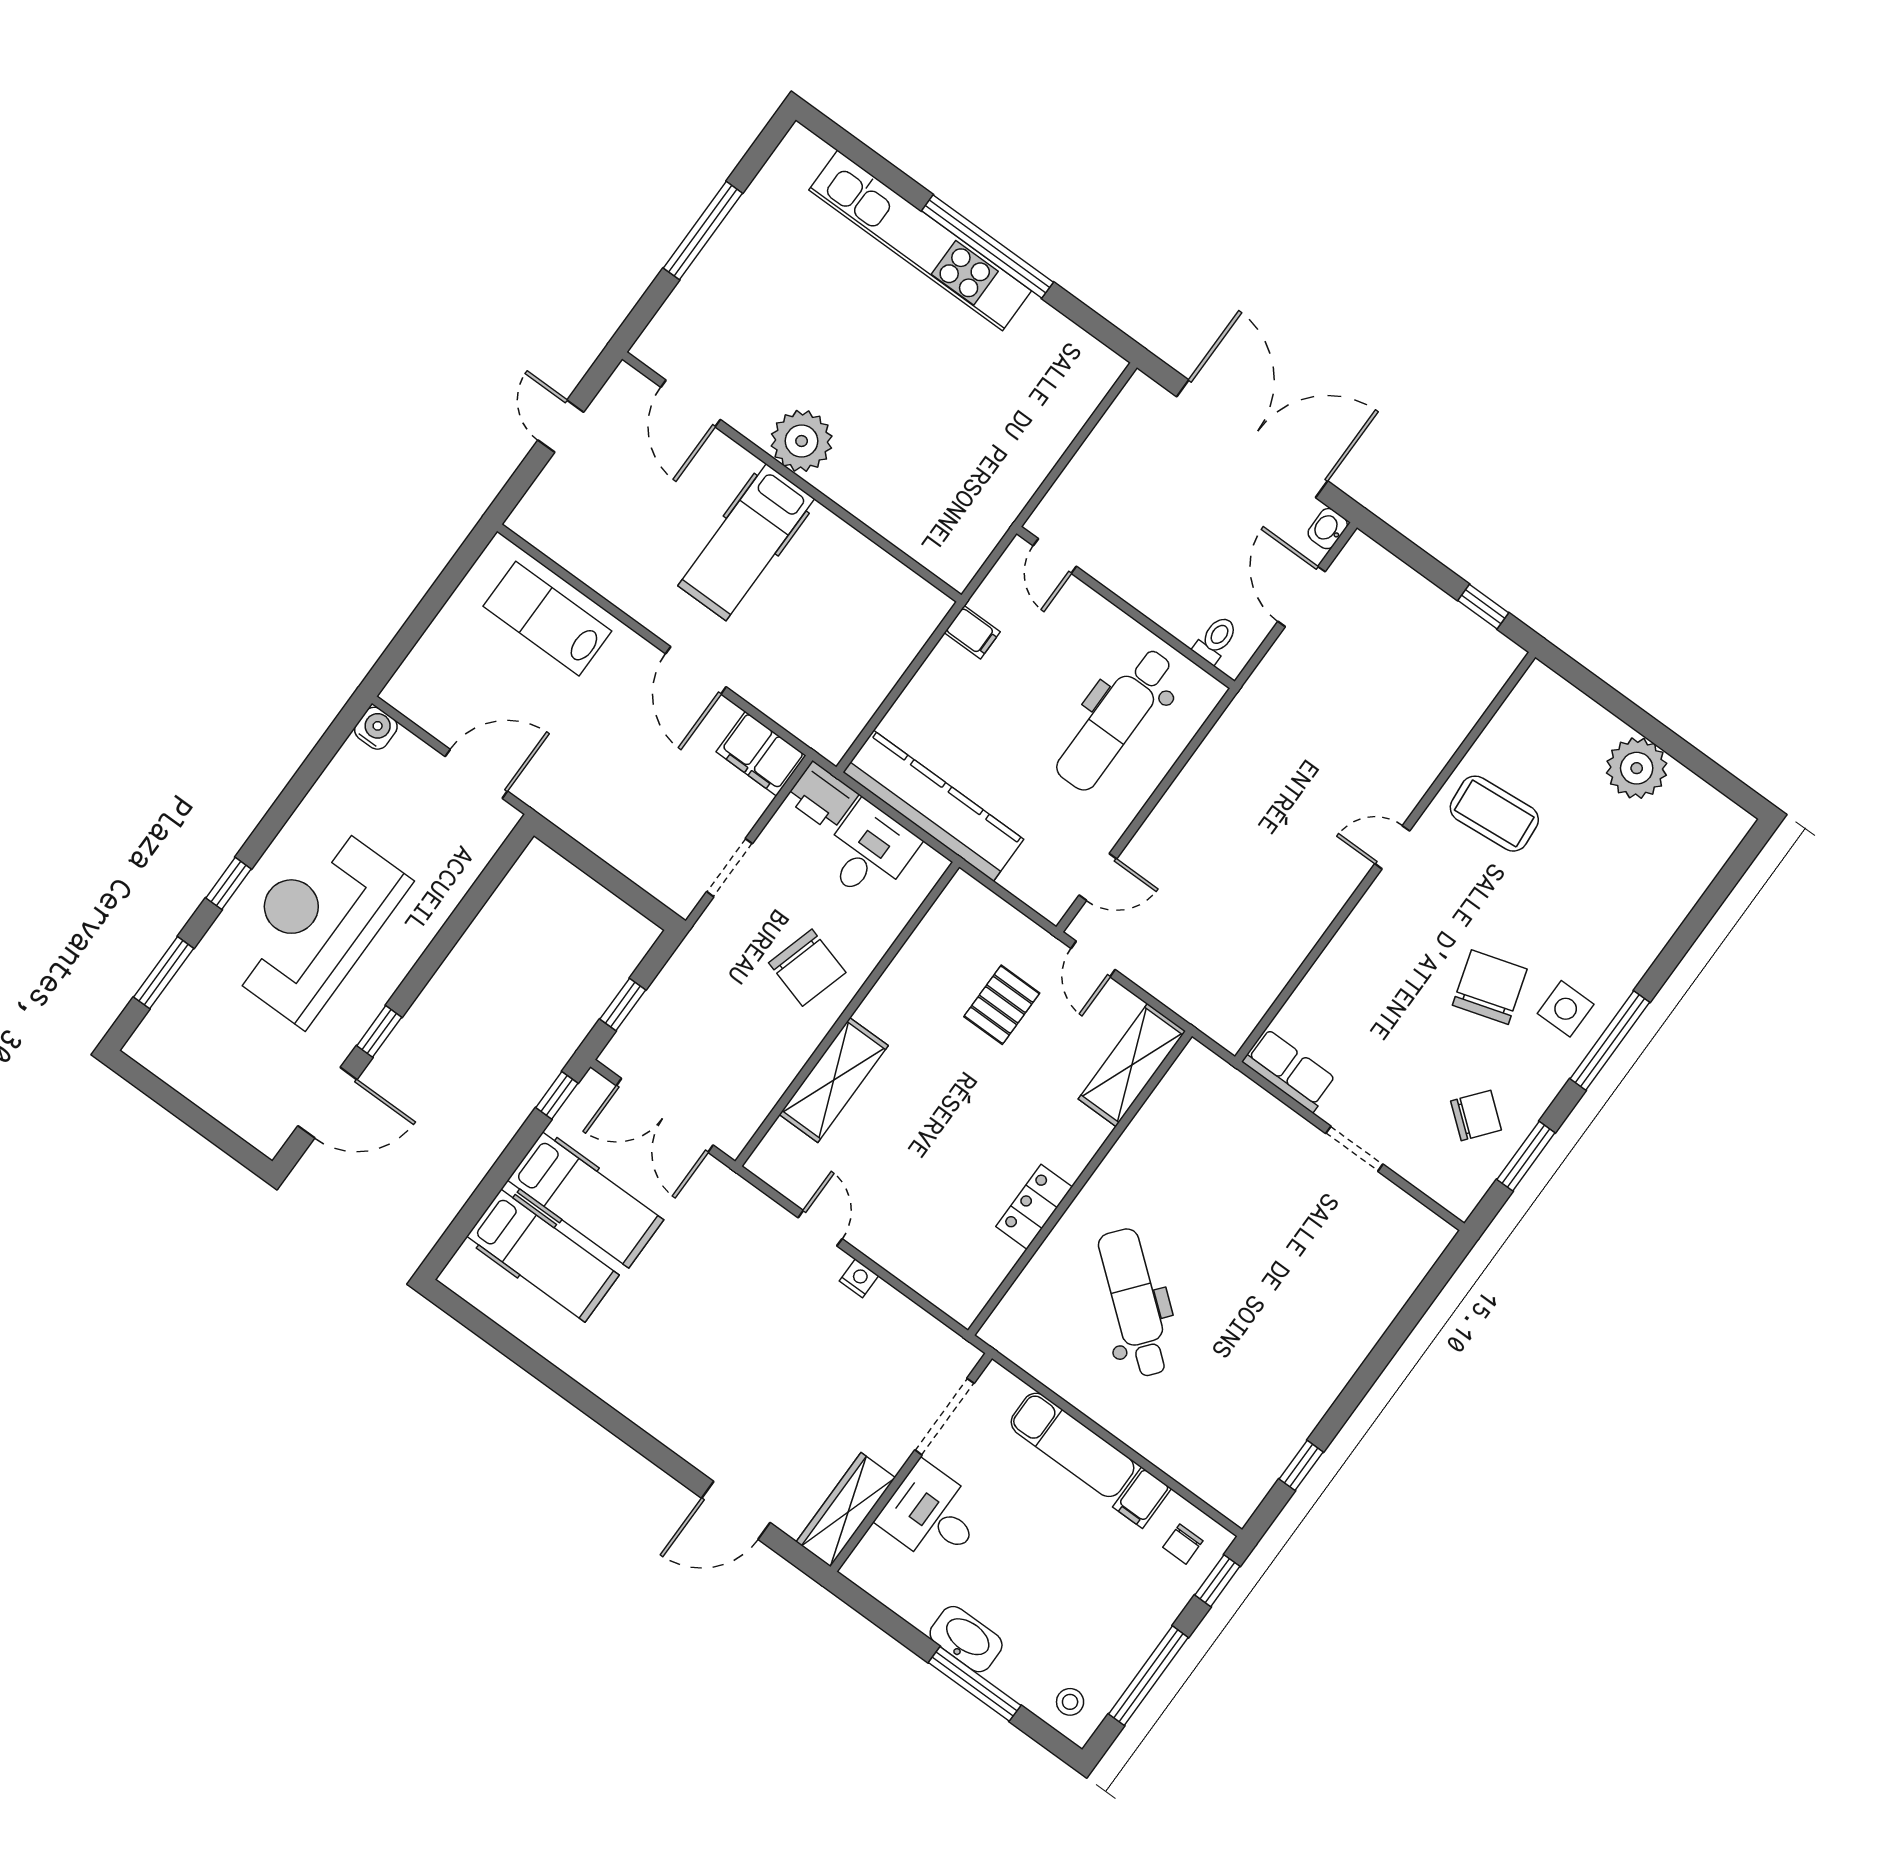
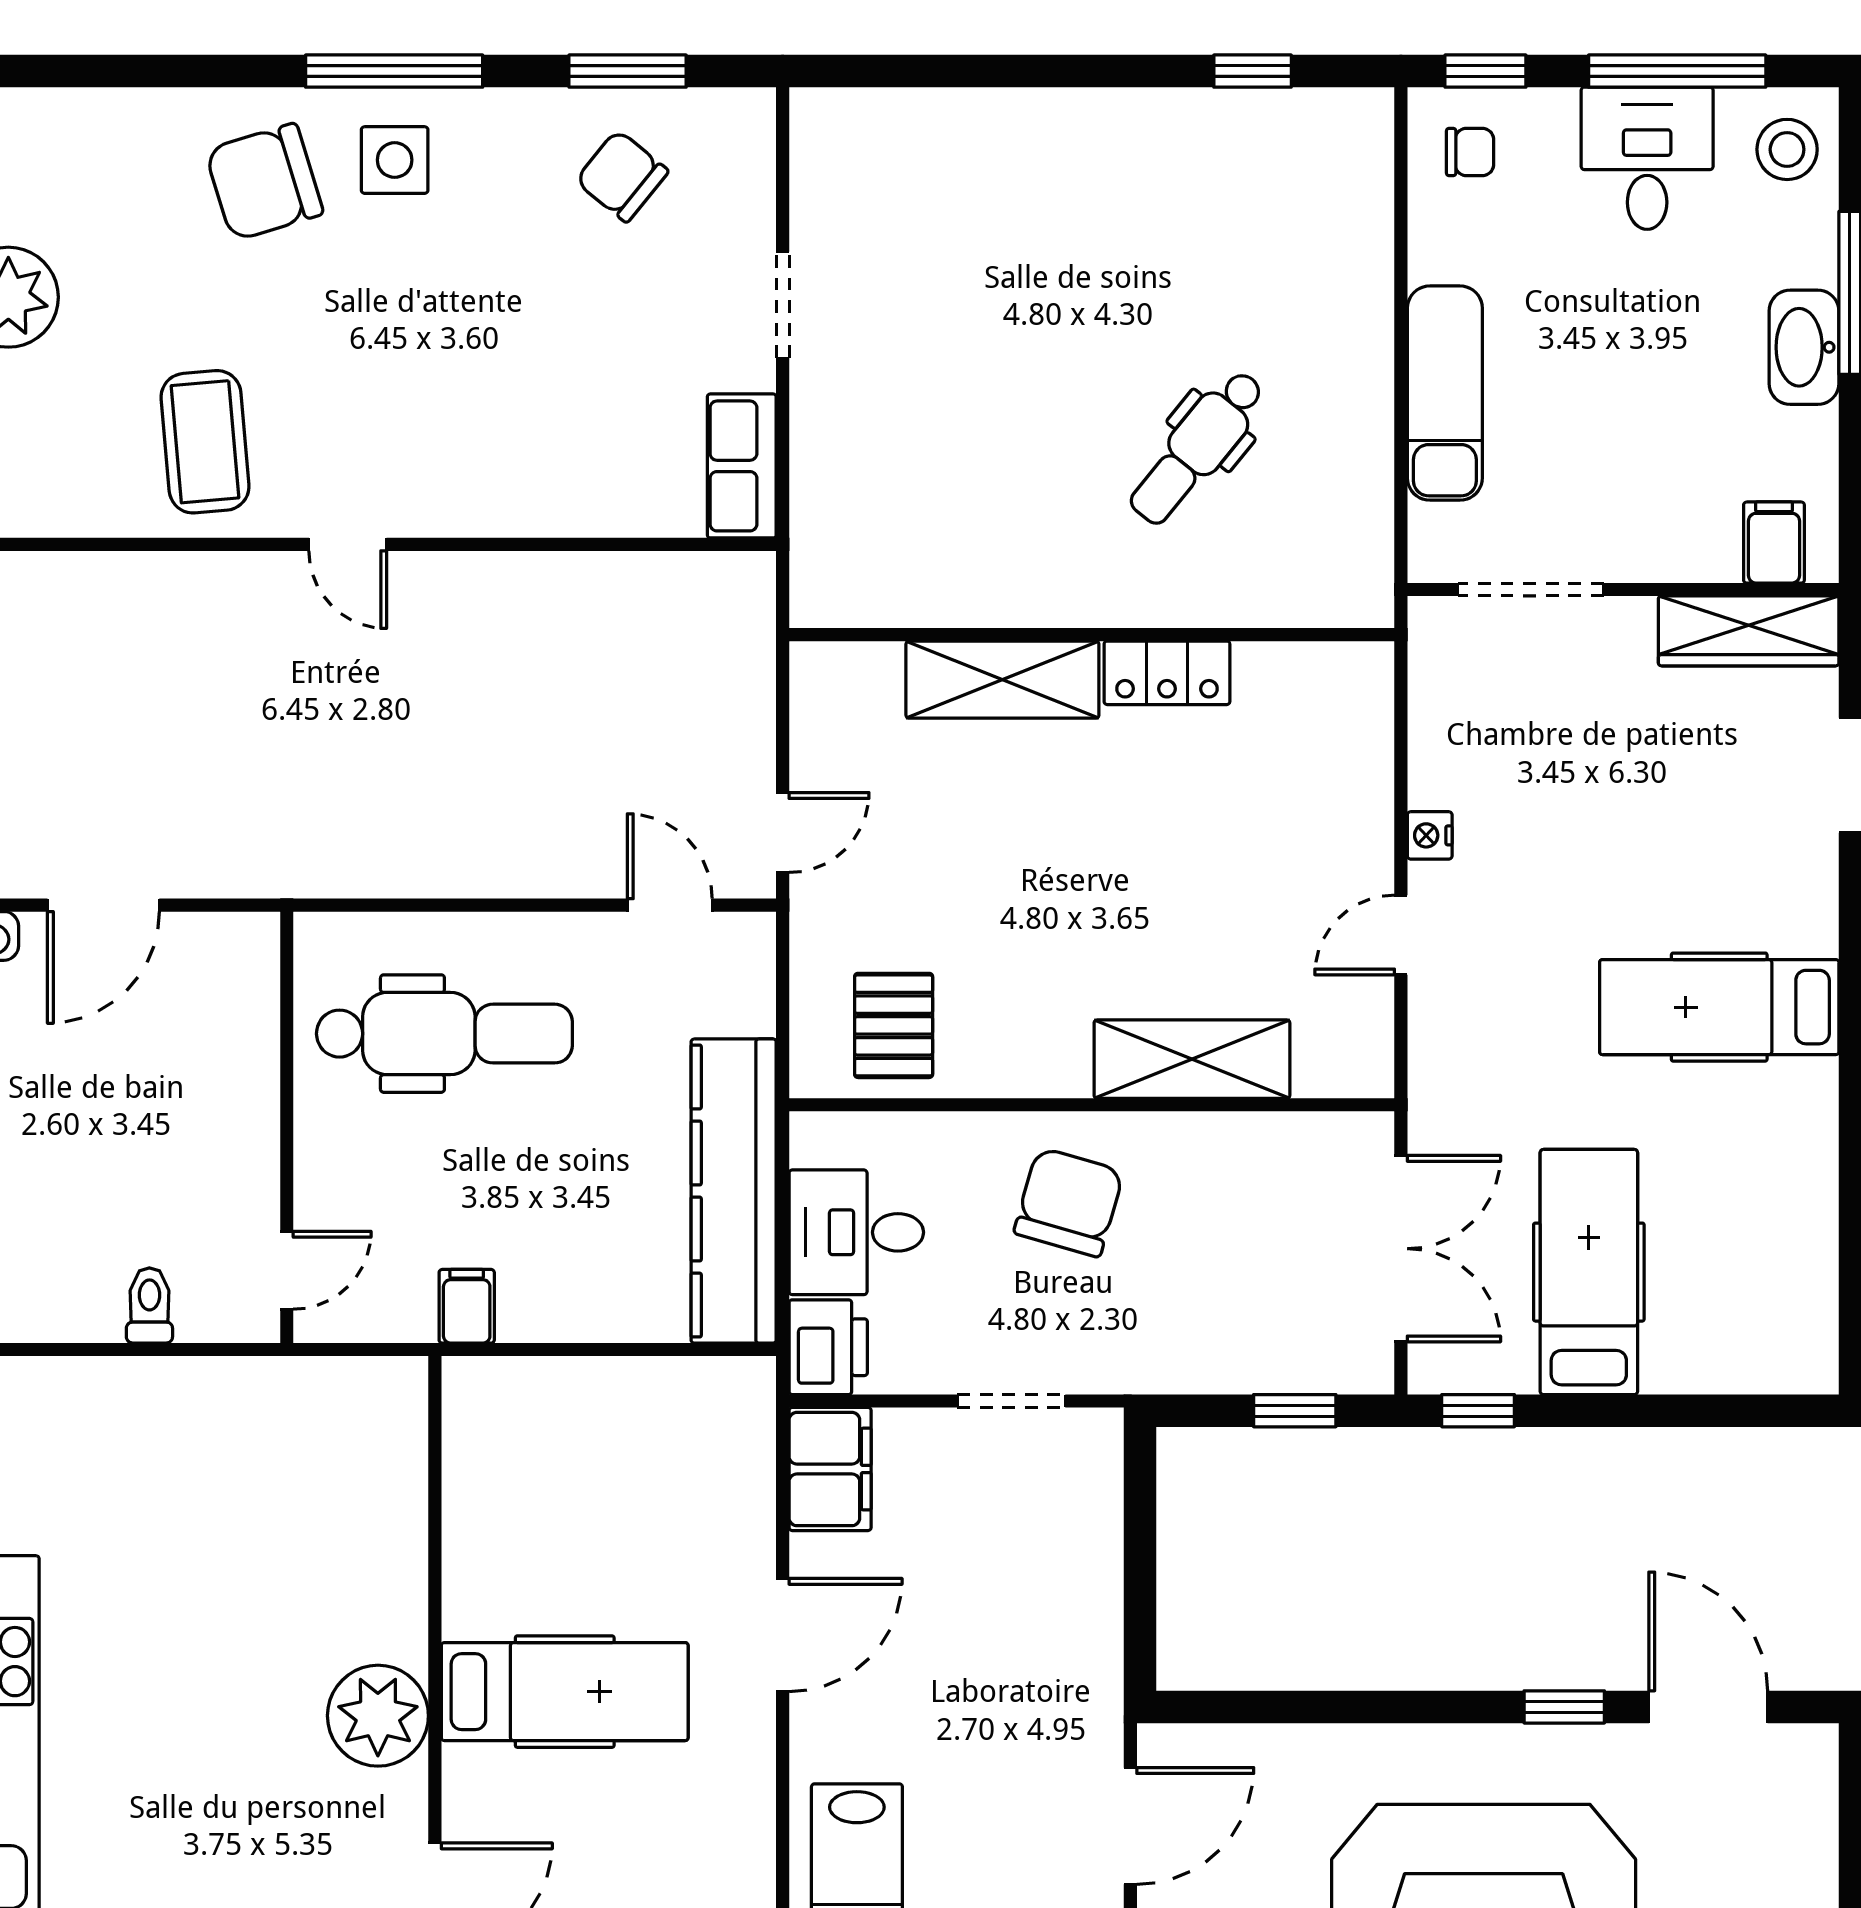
toilet: (1216, 640) -> (149, 1305), moved, turned 90
door: (476, 774) -> (1130, 1826), swing flipped
chair: (1490, 987) -> (264, 182), moved
pallet: (1002, 1005) -> (894, 1025), moved, turned 90
shelving: (1132, 1065) -> (1002, 680), moved
hospital bed: (543, 1256) -> (1719, 1007), moved, turned -90
dental chair: (1135, 1303) -> (1197, 447), width x0.73, depth x0.72
filing cabinet: (1142, 1498) -> (1774, 543), moved, turned -90
desk: (932, 1515) -> (1647, 158), moved, turned 180
stool: (1070, 1702) -> (1787, 149), width x1.37, depth x1.37

